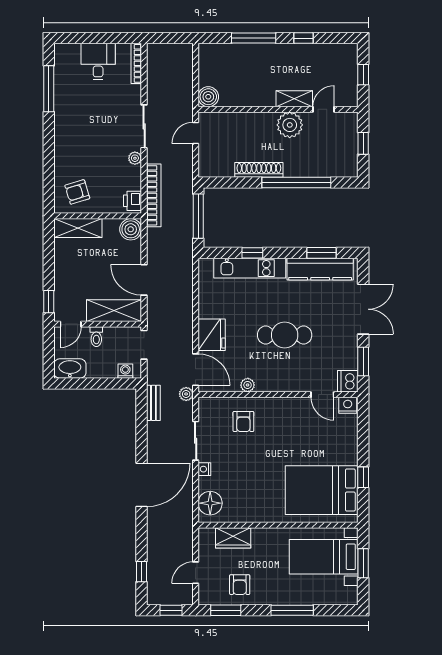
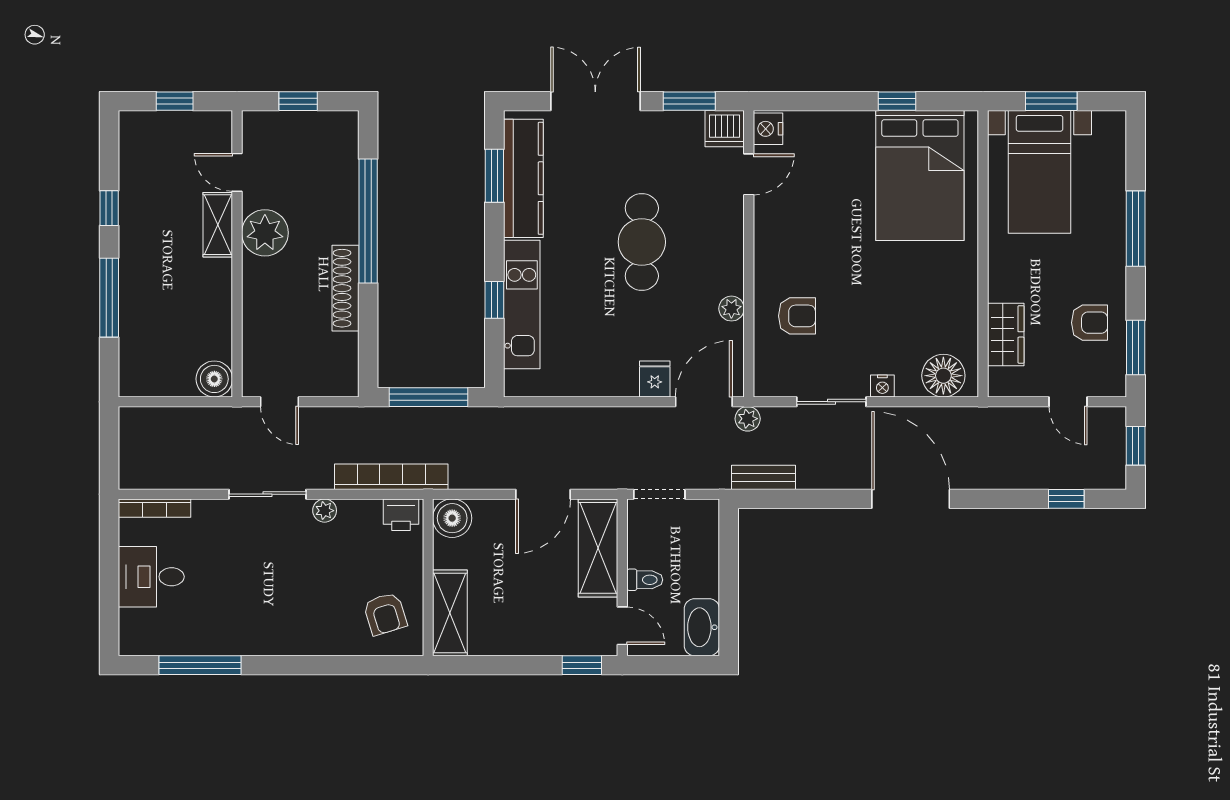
fridge: (212, 335) -> (655, 379), width x0.53, depth x0.75
washing machine: (125, 371) -> (706, 528), removed

